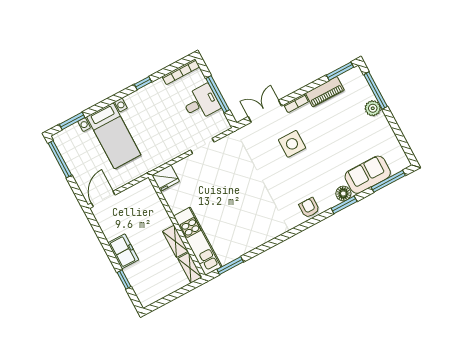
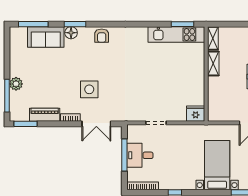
kitchen unit: (198, 241) -> (176, 34), moved, turned -90

